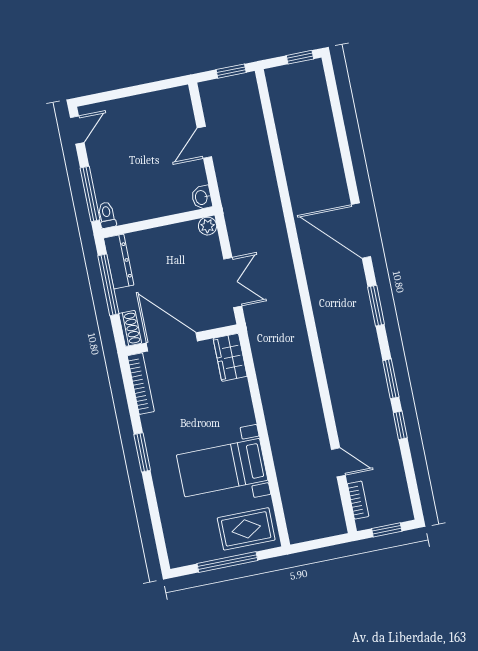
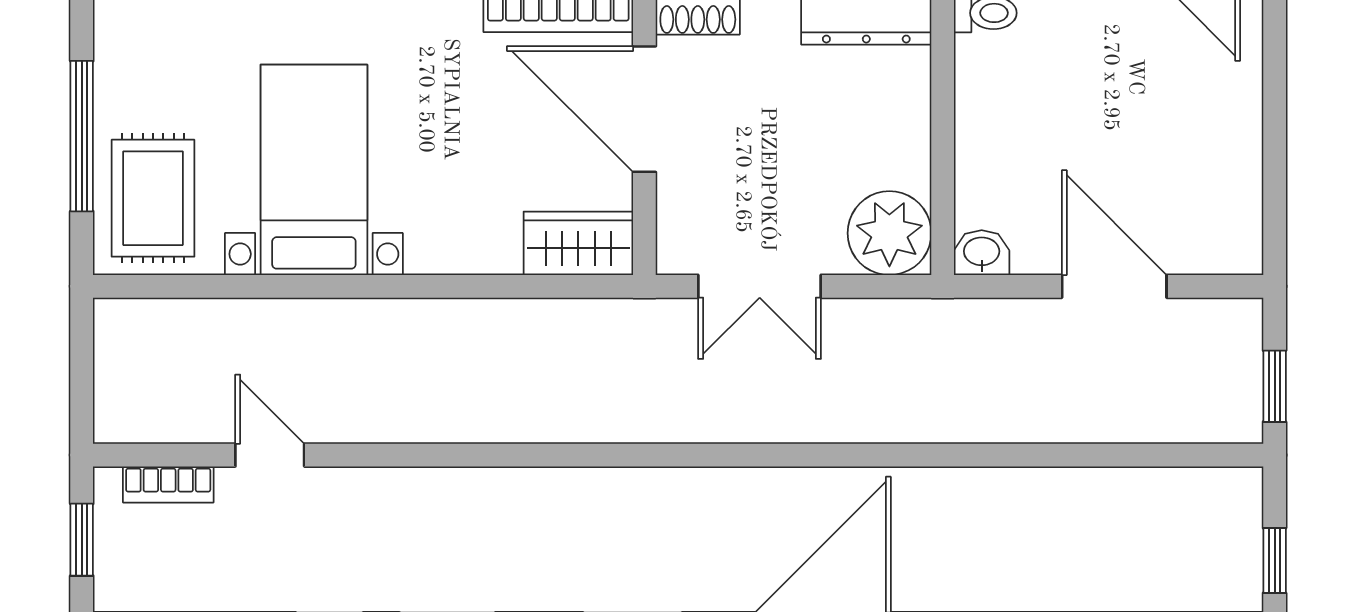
door: (204, 142) -> (1114, 286), width x1.38
plant: (208, 226) -> (889, 233), width x1.88, depth x1.88
door: (172, 342) -> (644, 109), swing flipped
door: (338, 462) -> (270, 455), swing flipped

